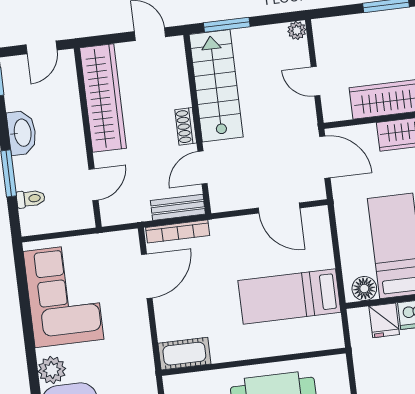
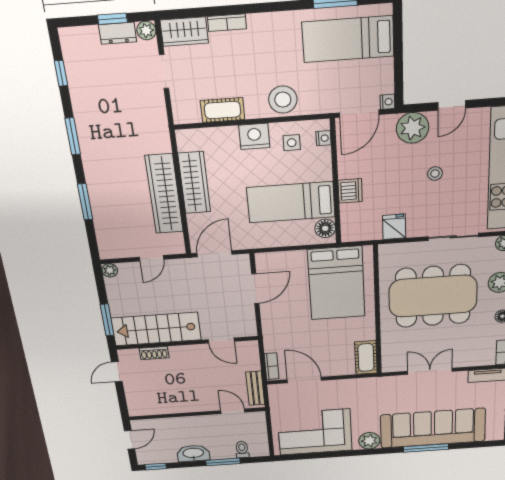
door: (42, 47) -> (130, 440), hinge flipped
wardrobe: (103, 98) -> (167, 403), removed
shoe rack: (186, 126) -> (154, 353), moved
bench: (178, 207) -> (255, 388), moved
bookcase: (178, 231) -> (272, 366), width x0.64
bed: (289, 296) -> (336, 283), width x1.50
fridge: (384, 320) -> (394, 227), moved, turned -90

